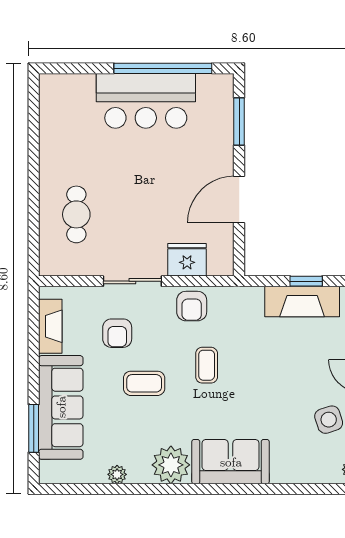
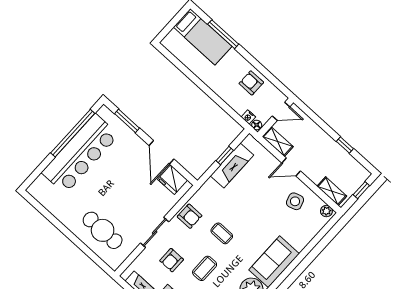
bar counter: (146, 101) -> (80, 154), width x1.36
cafe table: (76, 214) -> (103, 230), width x1.37, depth x1.35
fridge: (187, 260) -> (172, 180), moved, turned -90
armchair: (117, 333) -> (172, 260), turned 90

